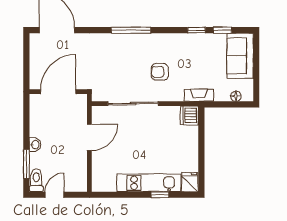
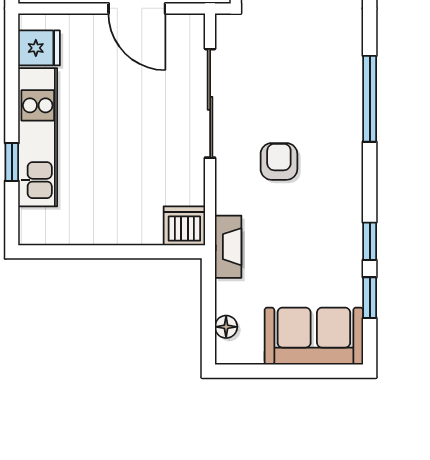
fridge: (190, 182) -> (39, 48), moved

